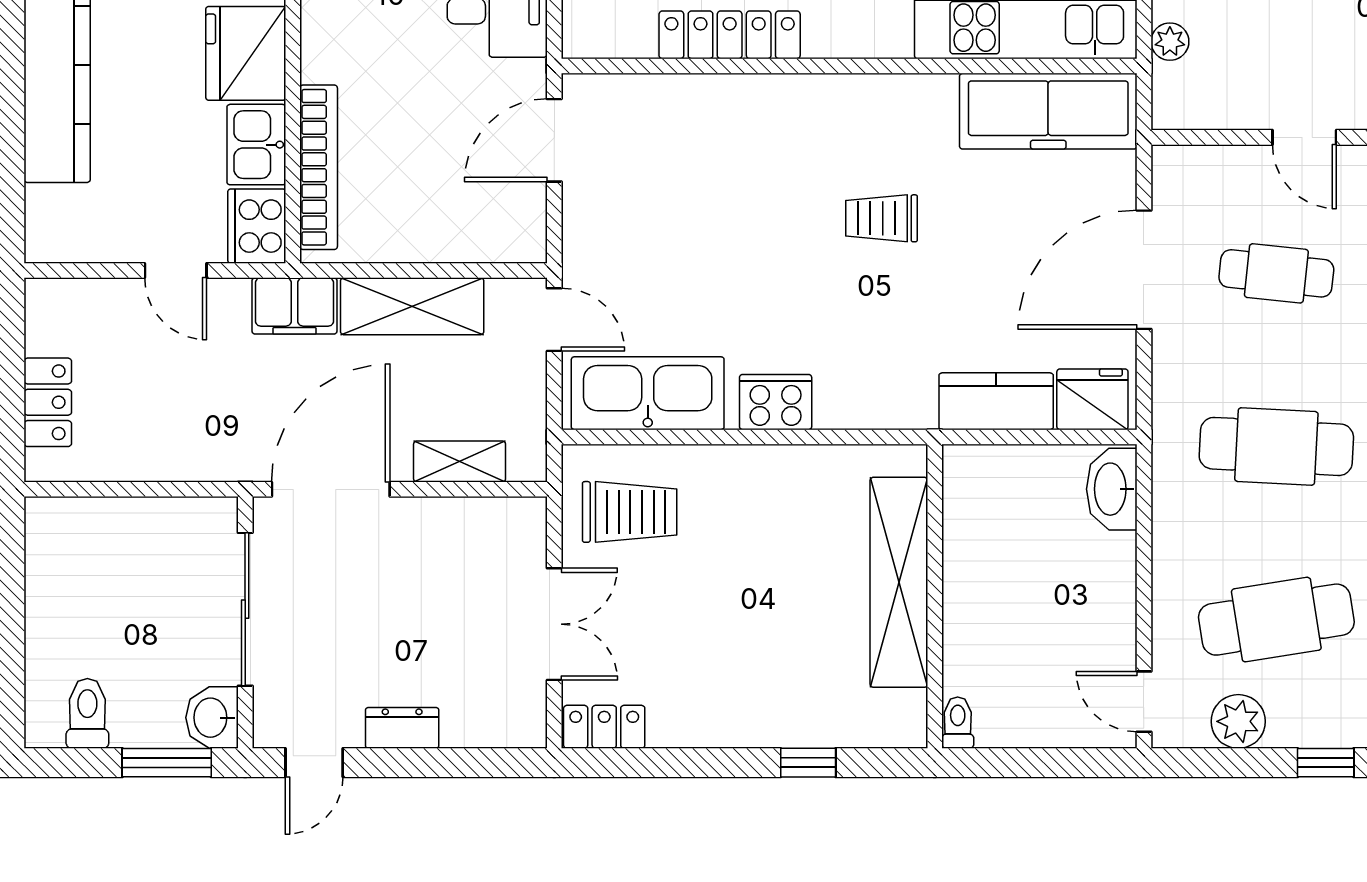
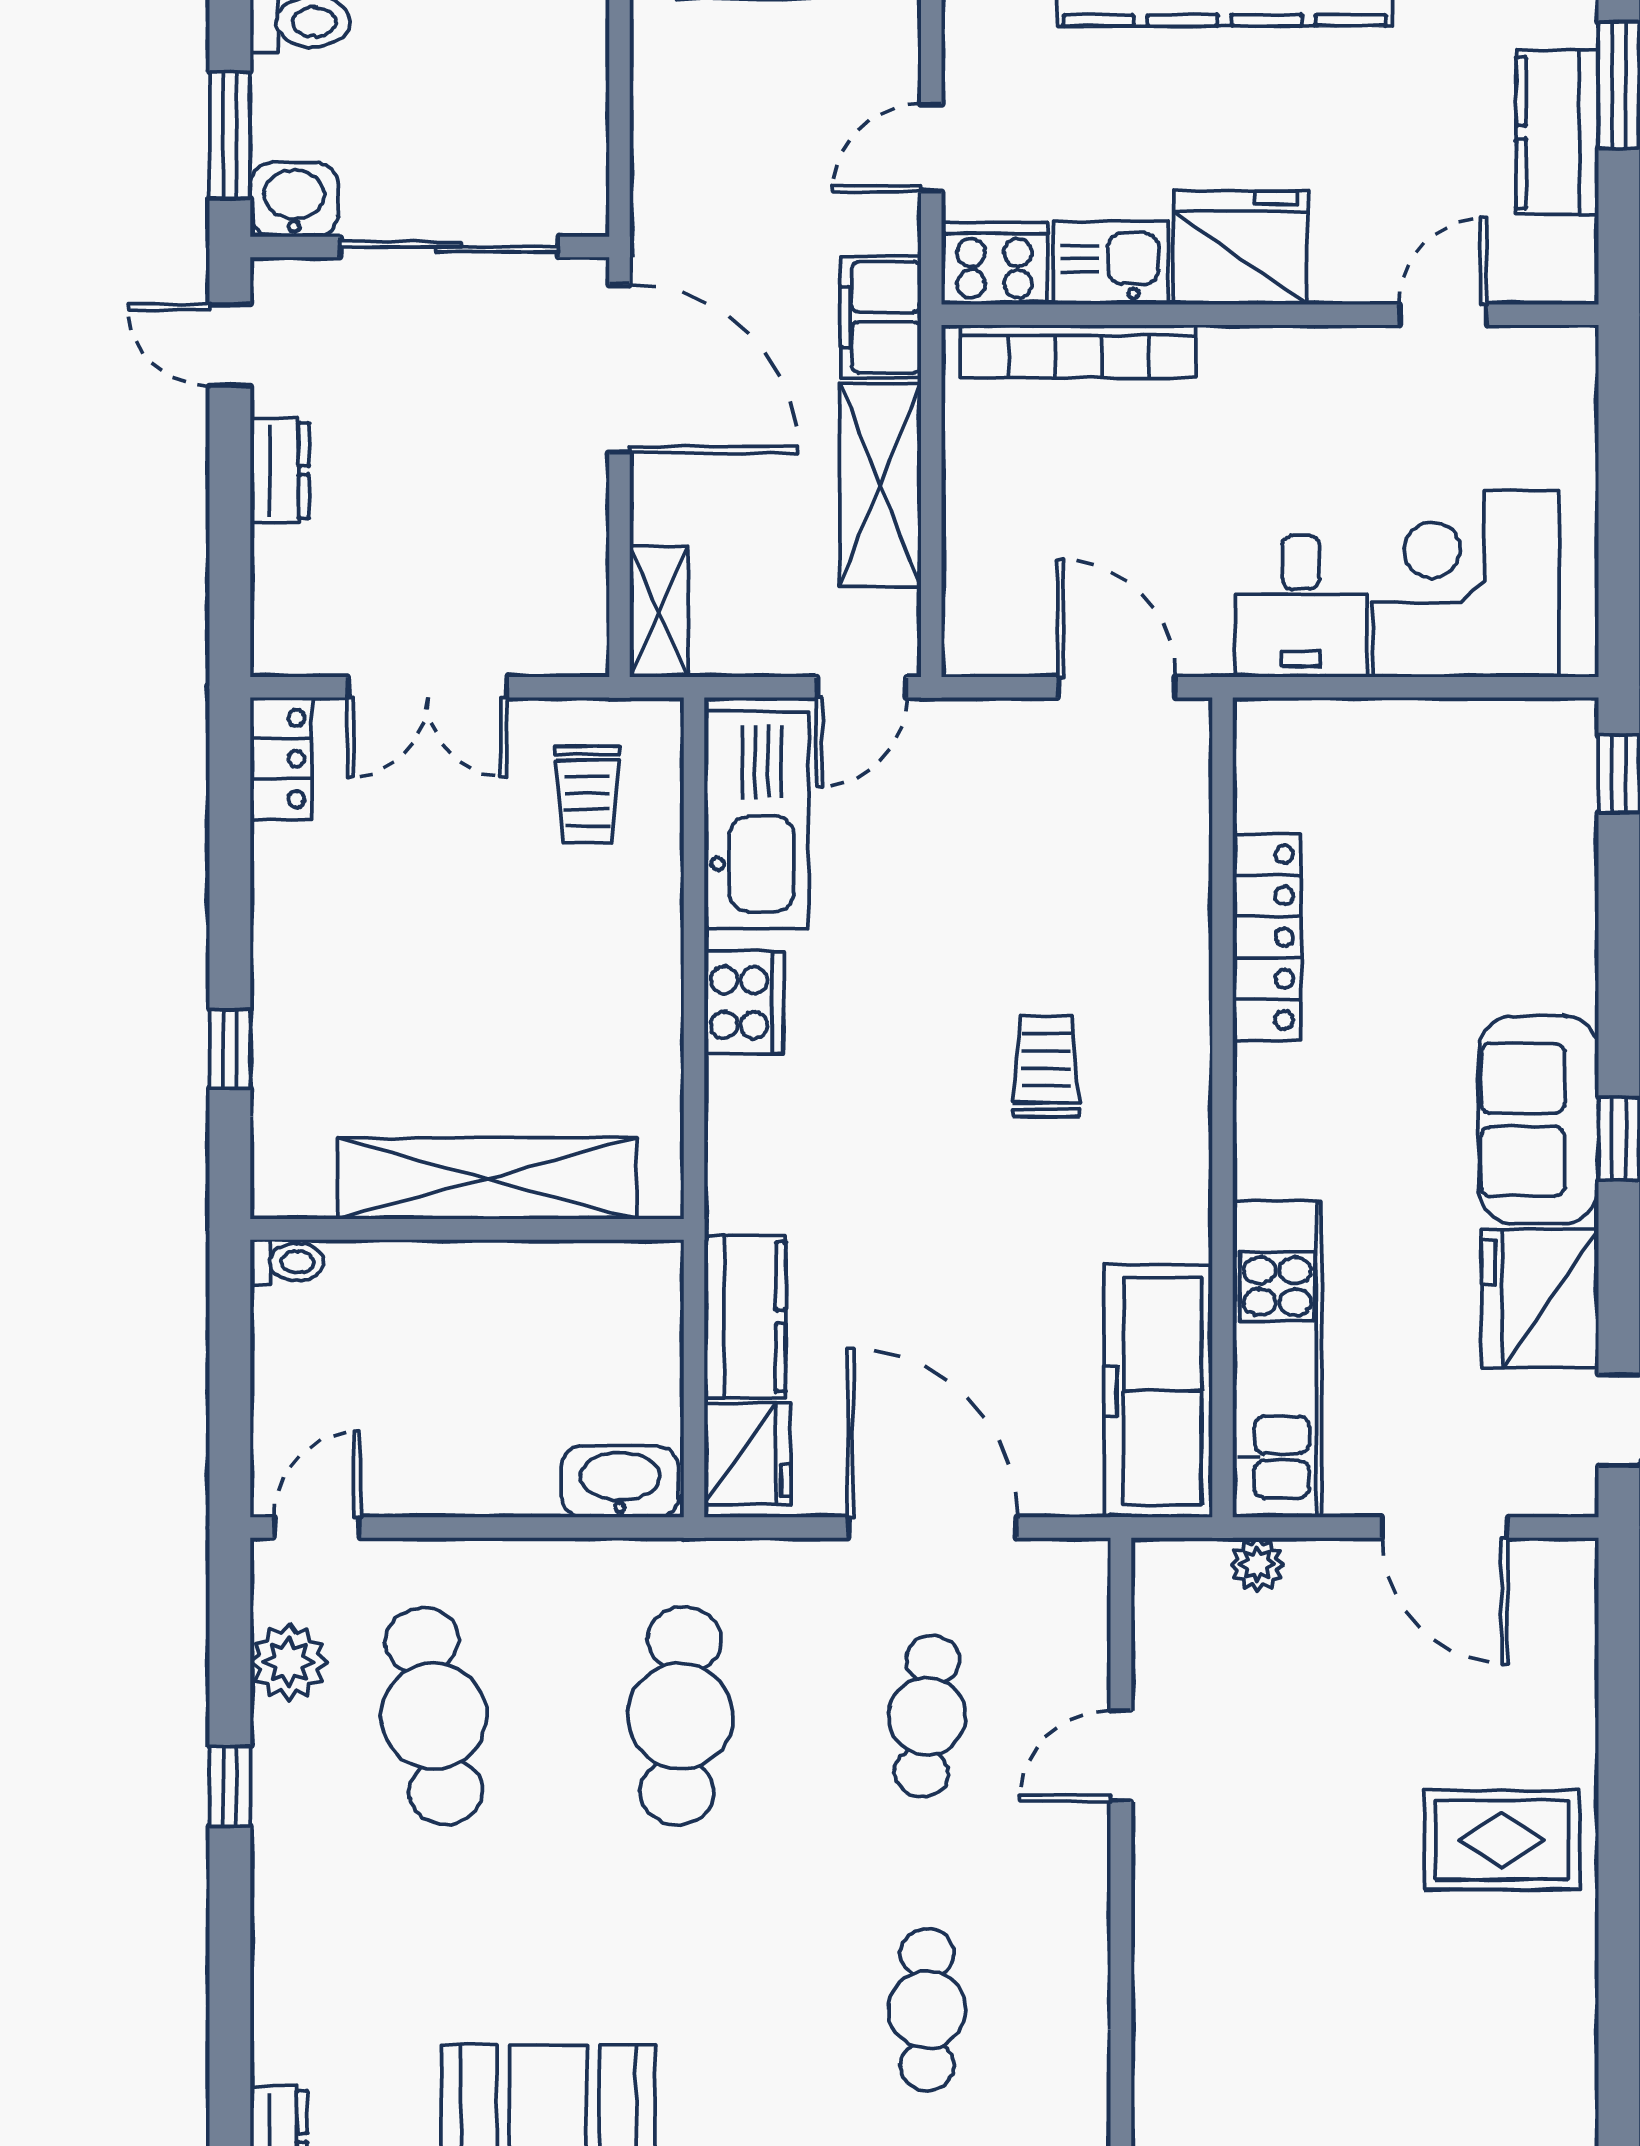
trolley: (881, 218) -> (1046, 1066), moved
shelving: (460, 462) -> (659, 612), moved
trolley: (630, 512) -> (587, 795), width x0.73, depth x0.72

